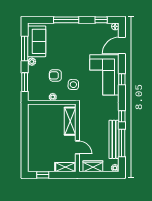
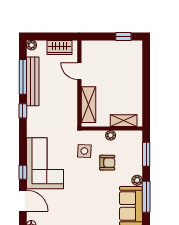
door: (122, 46) -> (23, 201), hinge flipped
window: (122, 79) -> (23, 172), moved
shelving: (65, 167) -> (124, 121), moved

